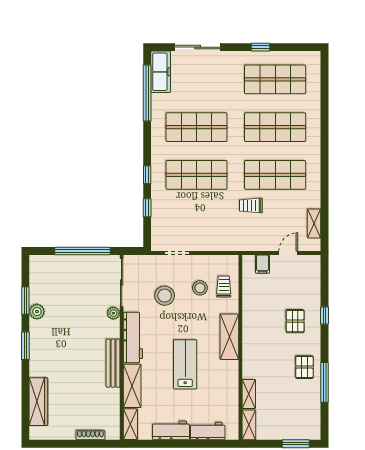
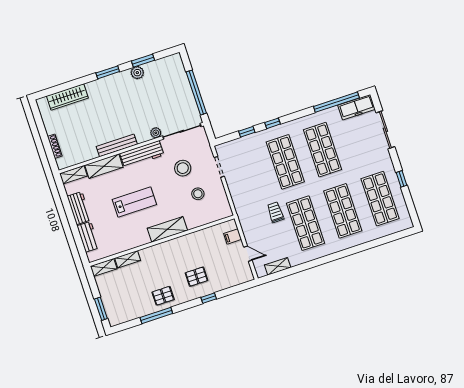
trolley: (224, 286) -> (205, 212), removed

